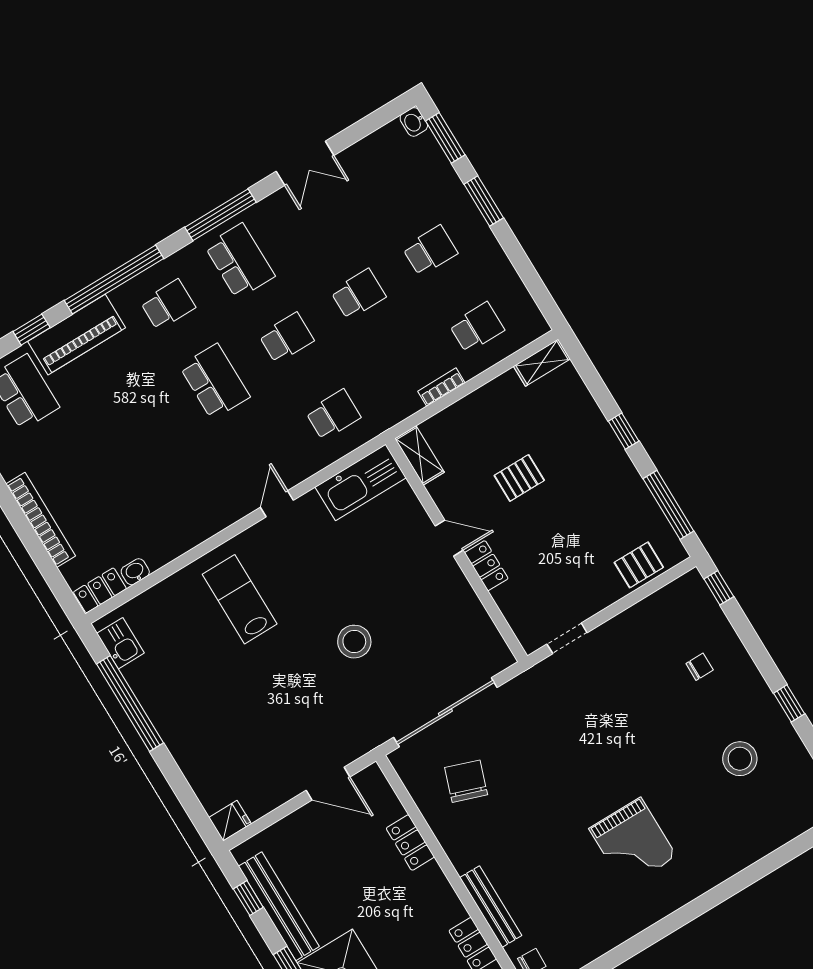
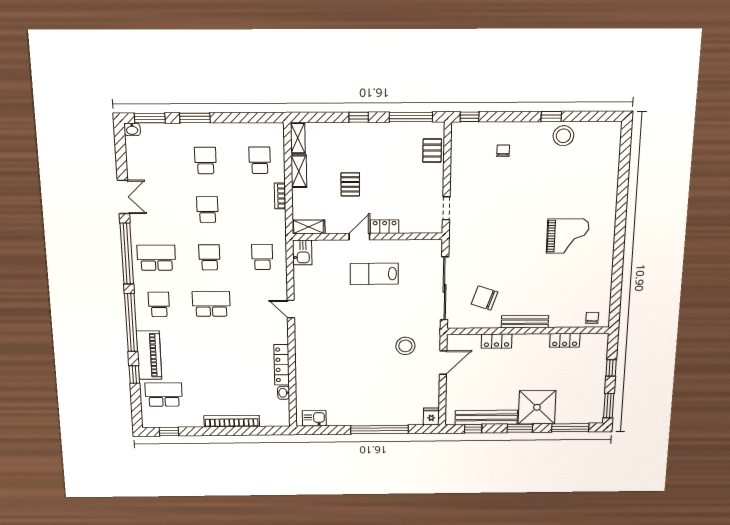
window: (220, 215) -> (127, 254), width x1.46
shelving: (494, 393) -> (299, 171), added
kitchen sink: (361, 482) -> (302, 252), width x0.53, depth x0.81
locker: (100, 590) -> (282, 365), moved, width x1.53
lab bench: (240, 599) -> (374, 274), moved
stool: (354, 642) -> (405, 346), moved
window: (130, 703) -> (380, 430), moved
stool: (740, 759) -> (563, 136), moved
bench: (491, 907) -> (525, 322), moved

